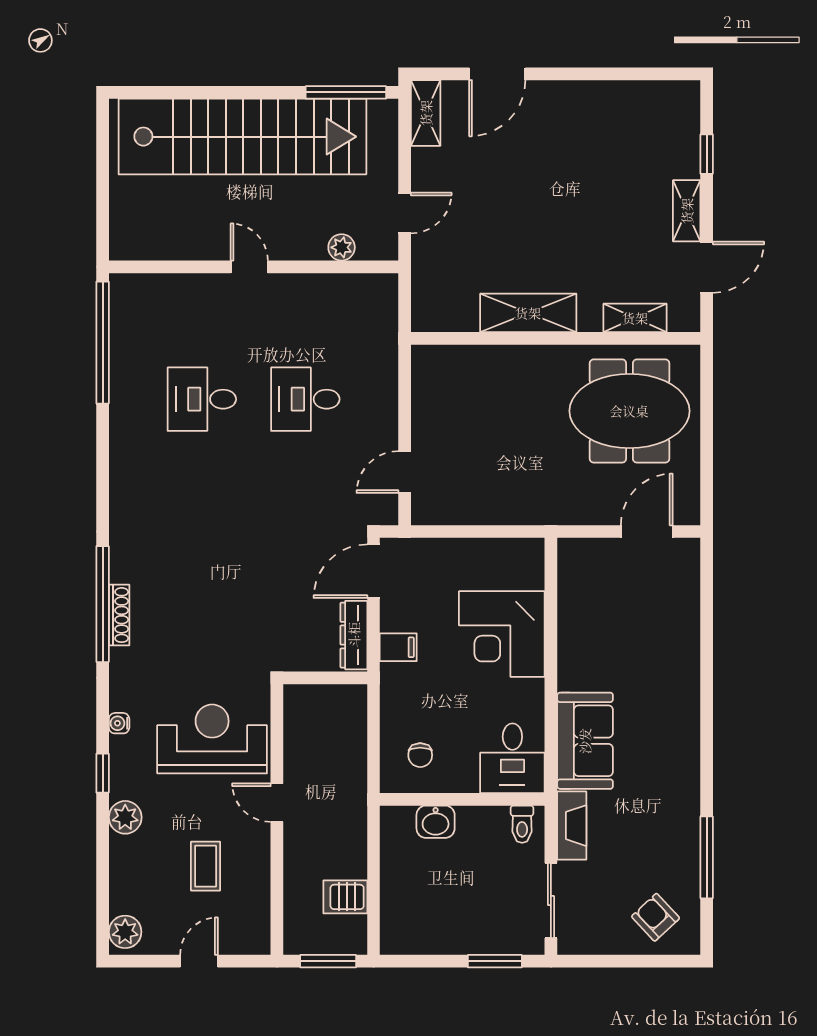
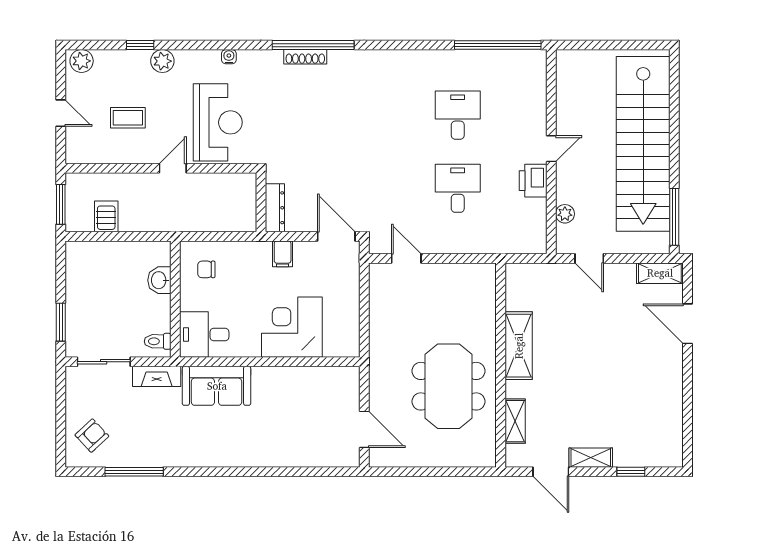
printer: (295, 292) -> (533, 181), added
meeting table: (629, 411) -> (448, 386), moved
dresser: (354, 635) -> (275, 208), moved, turned 90
window: (103, 773) -> (140, 45), moved

